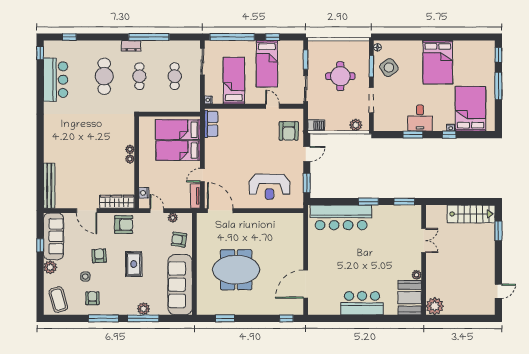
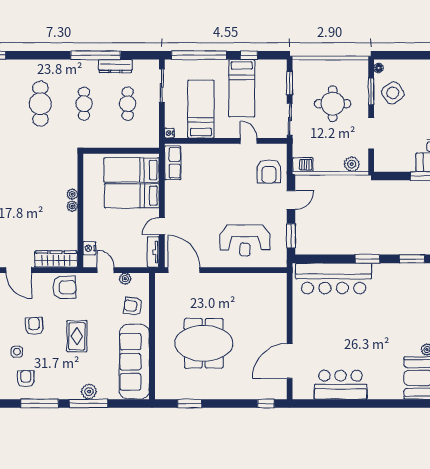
dresser: (131, 46) -> (115, 66), moved, width x1.44
bar counter: (362, 303) -> (341, 385), moved

